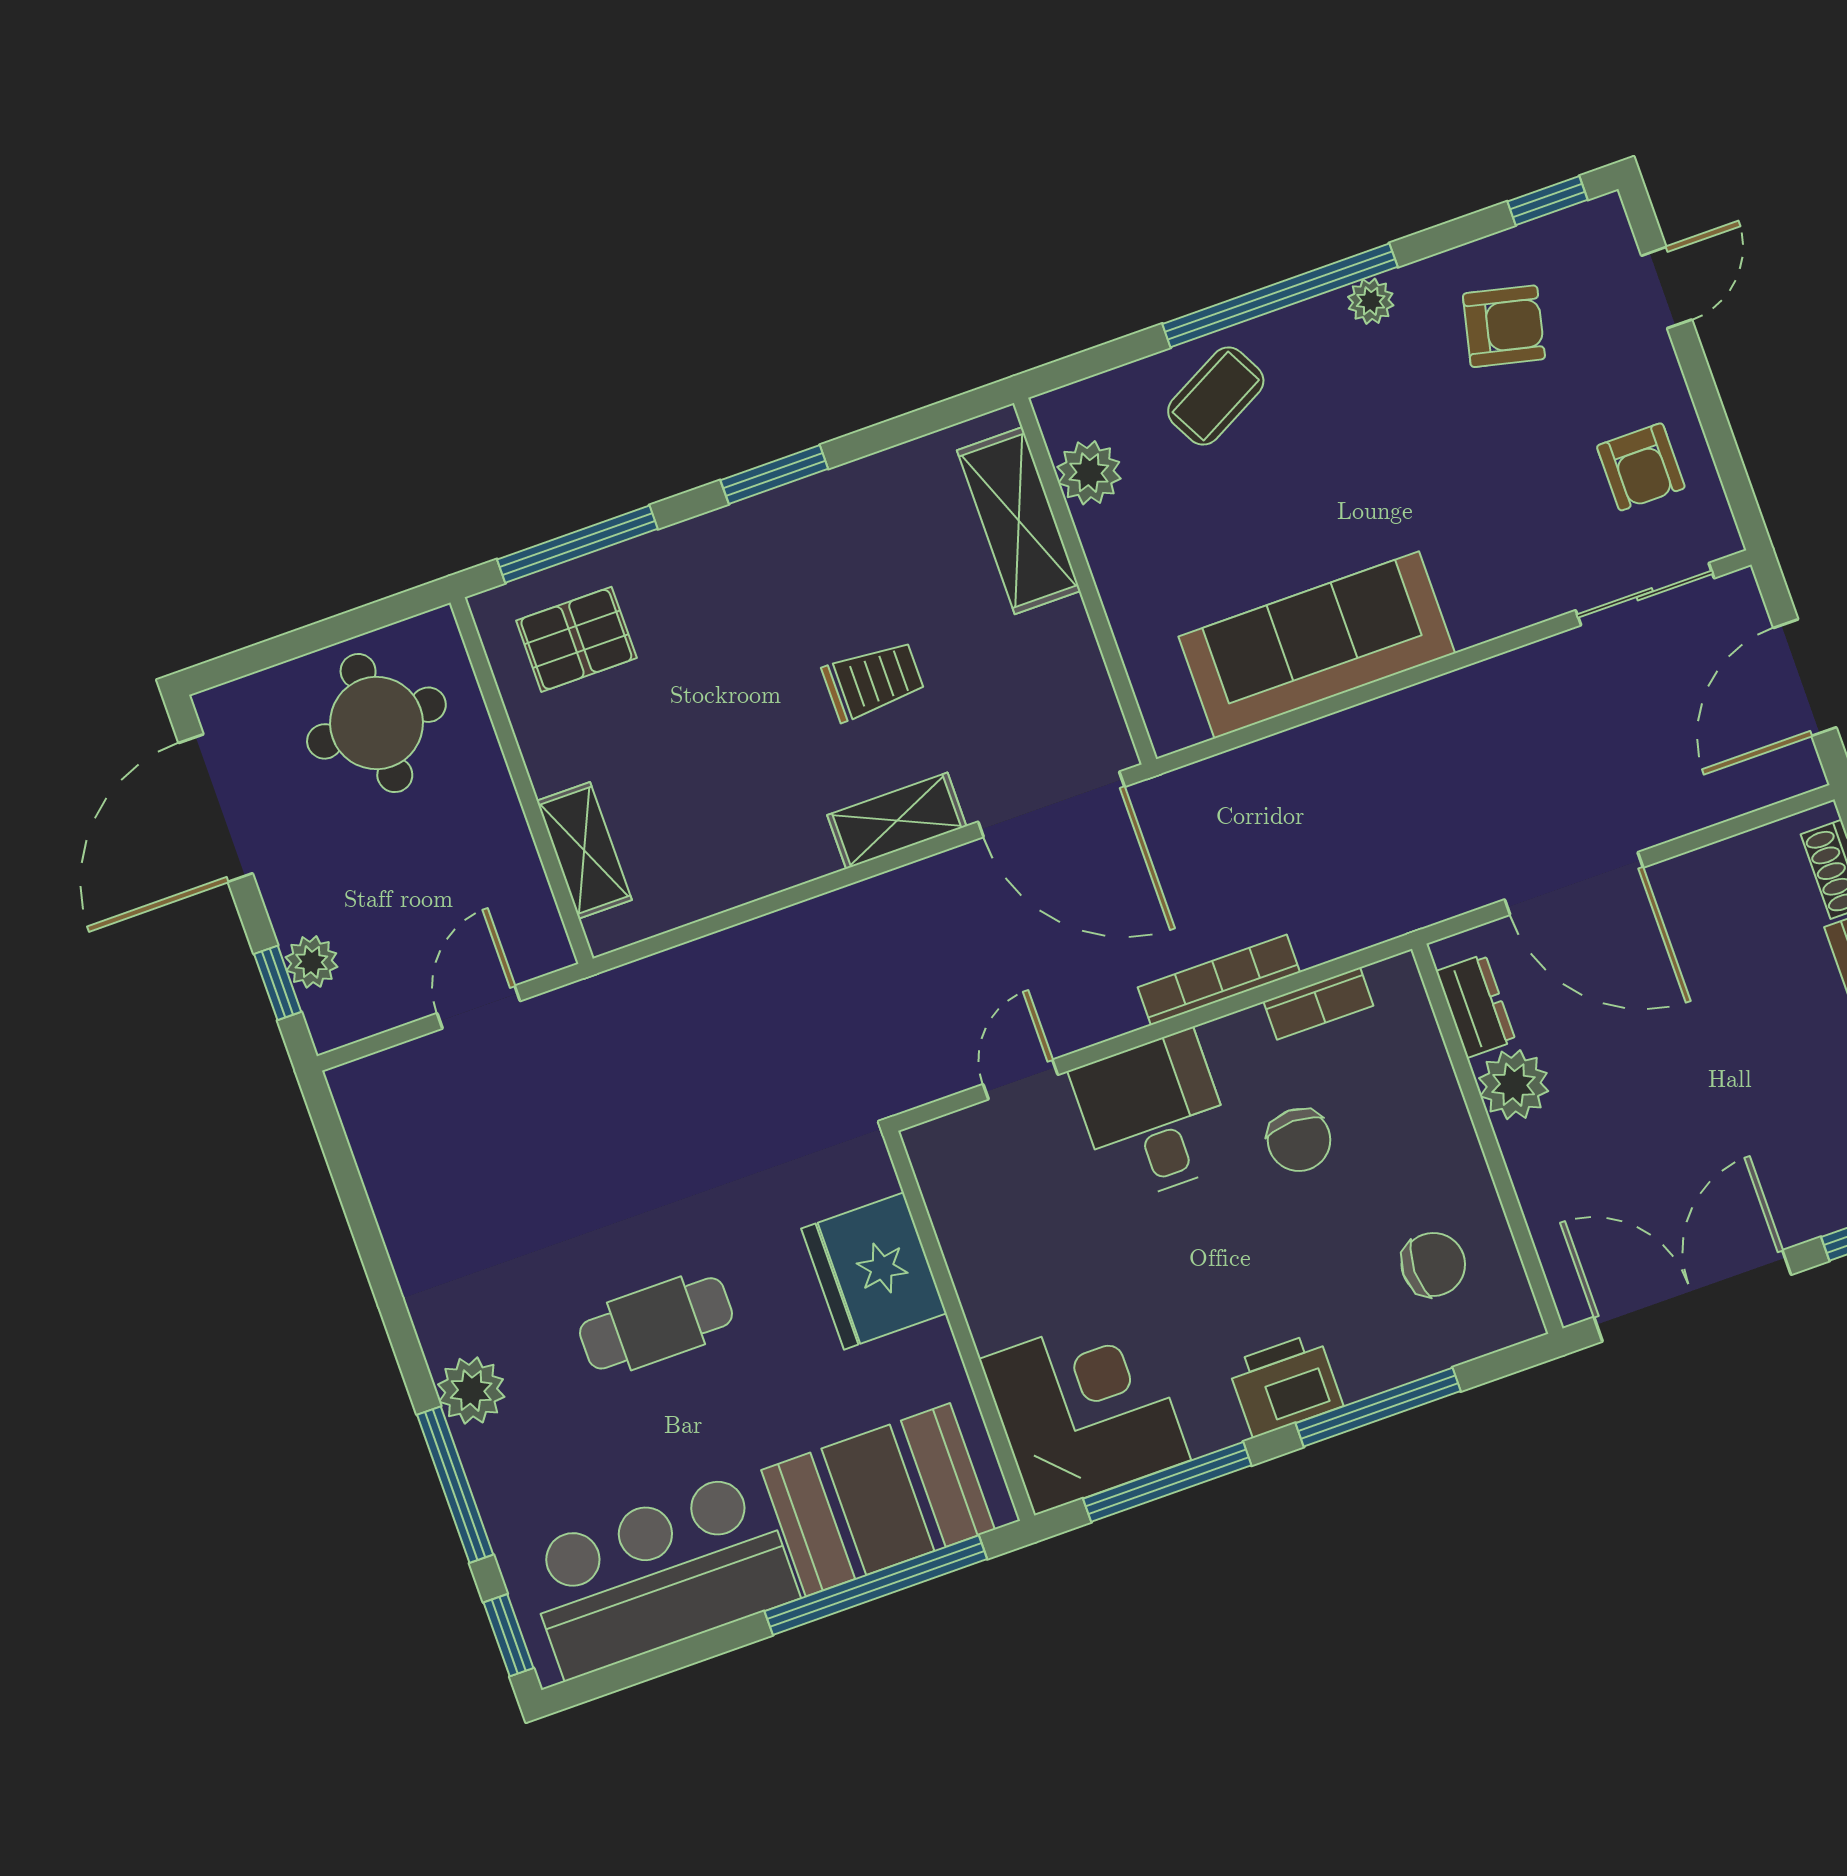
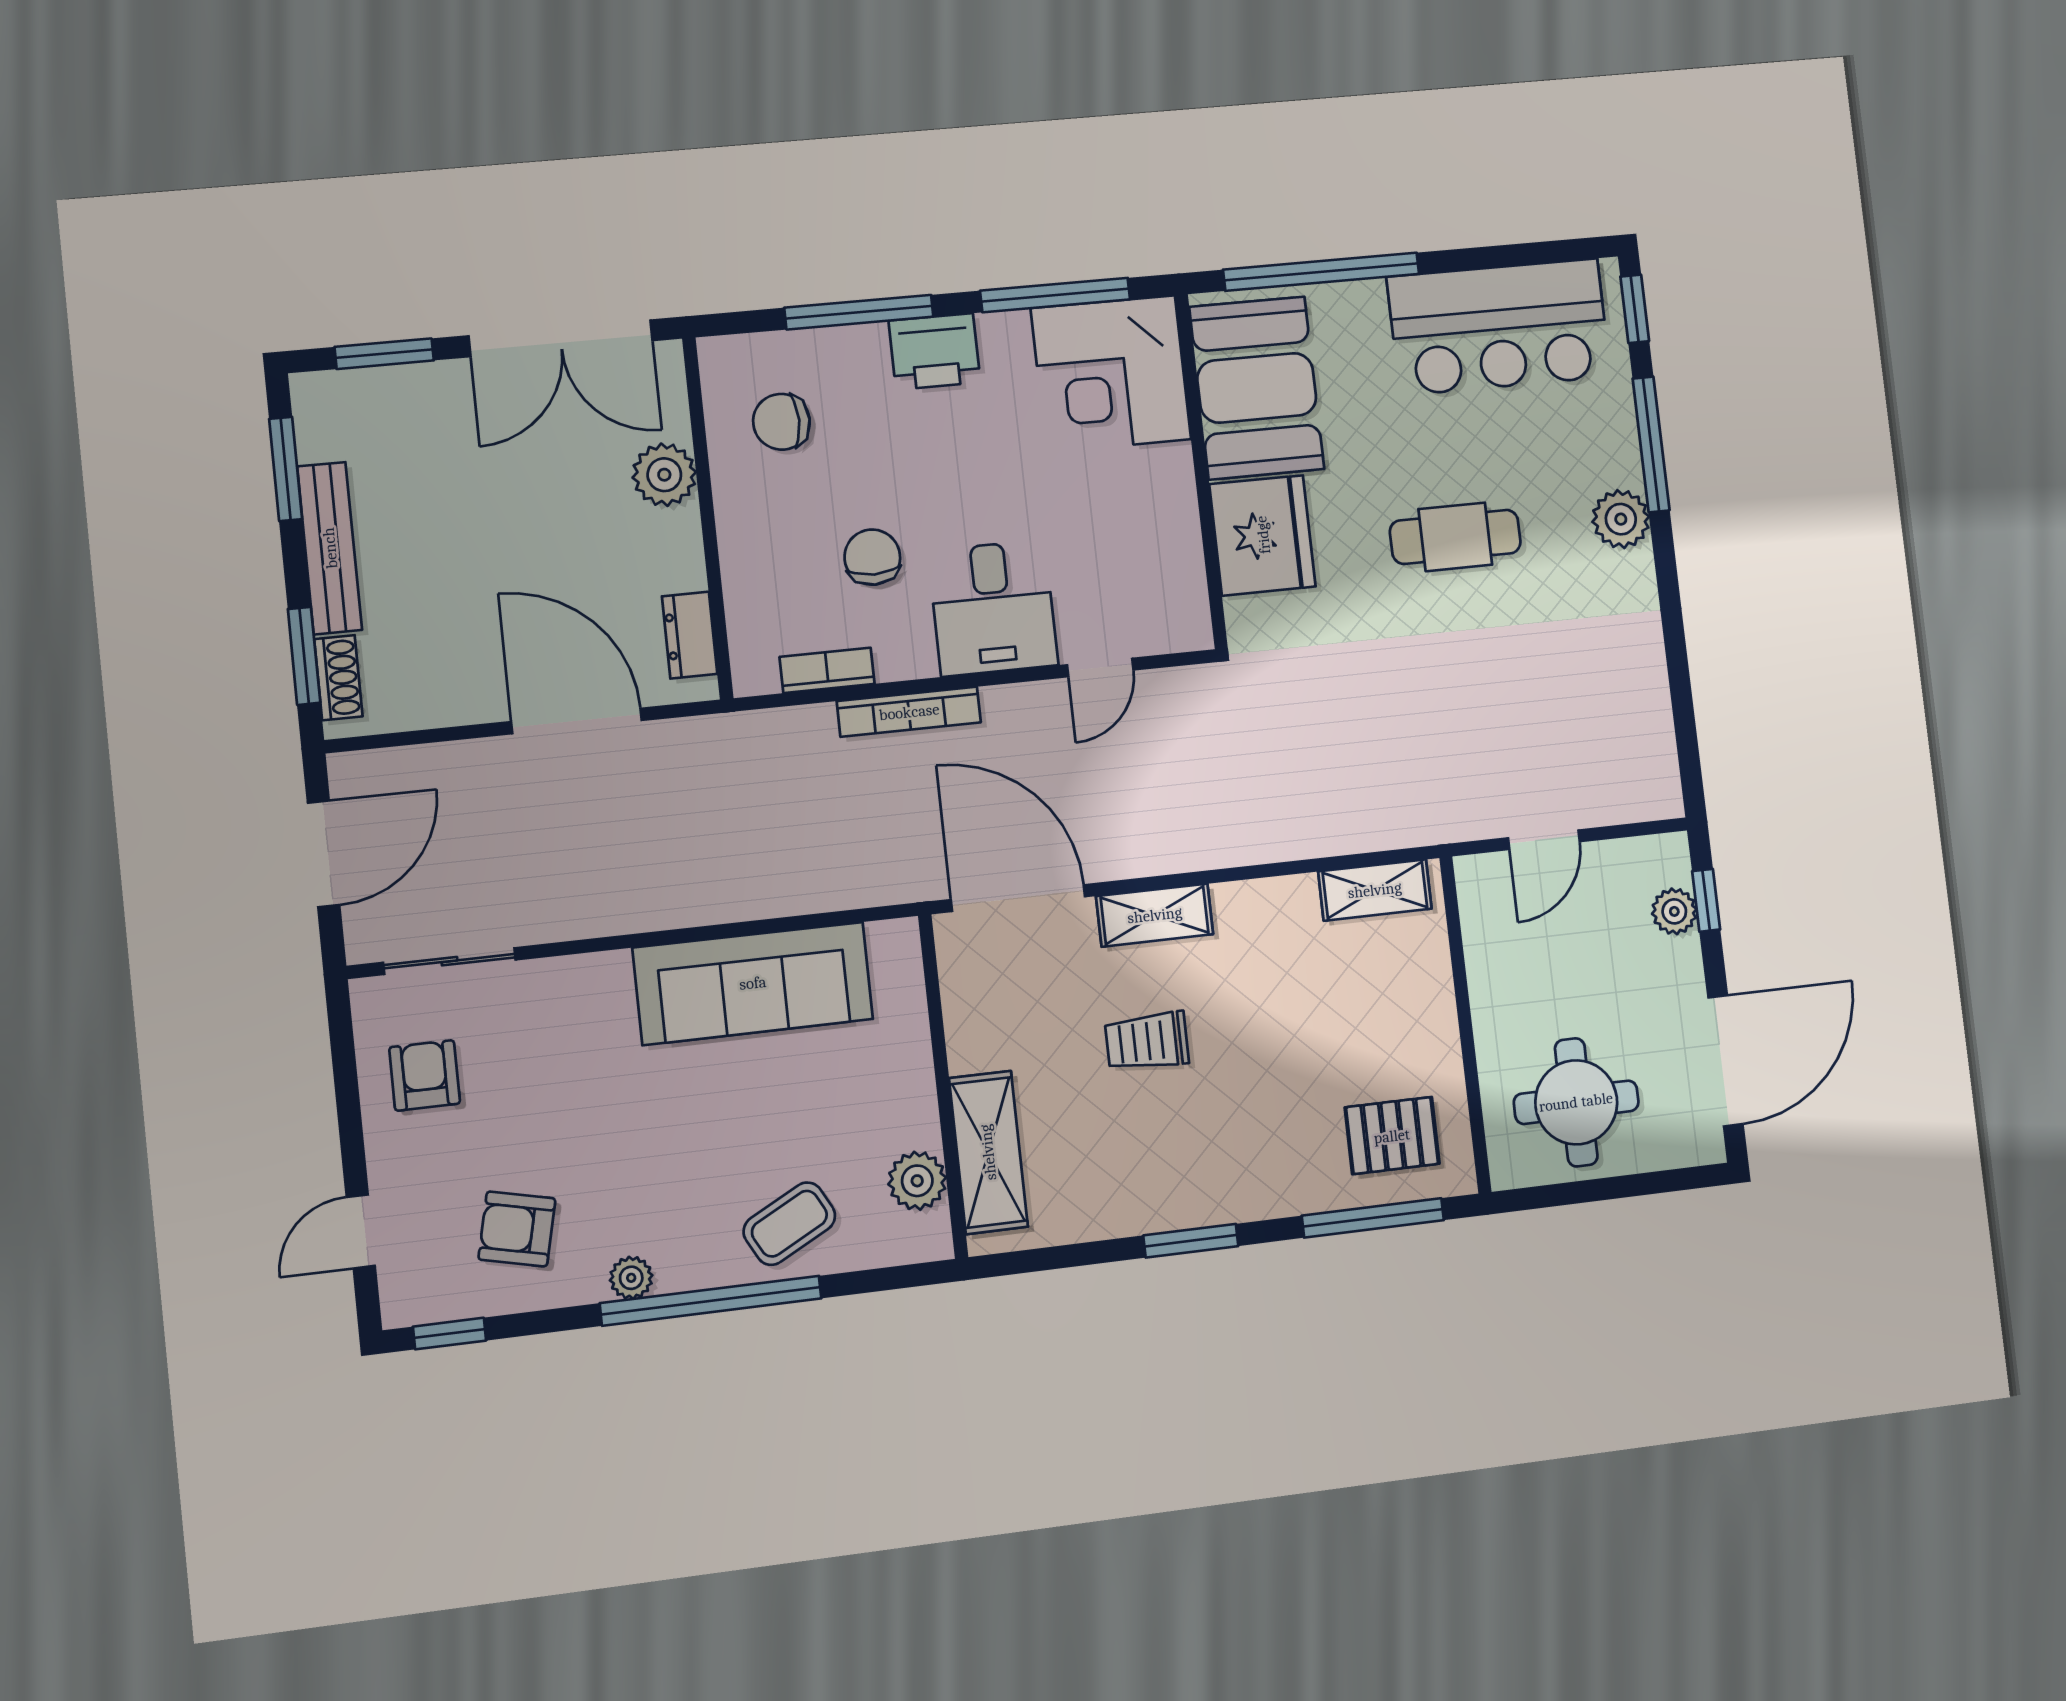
shelving: (584, 850) -> (1375, 890), moved, turned 90
plant: (1514, 1085) -> (664, 475), moved
booth: (878, 1500) -> (1257, 388), moved, turned 90

